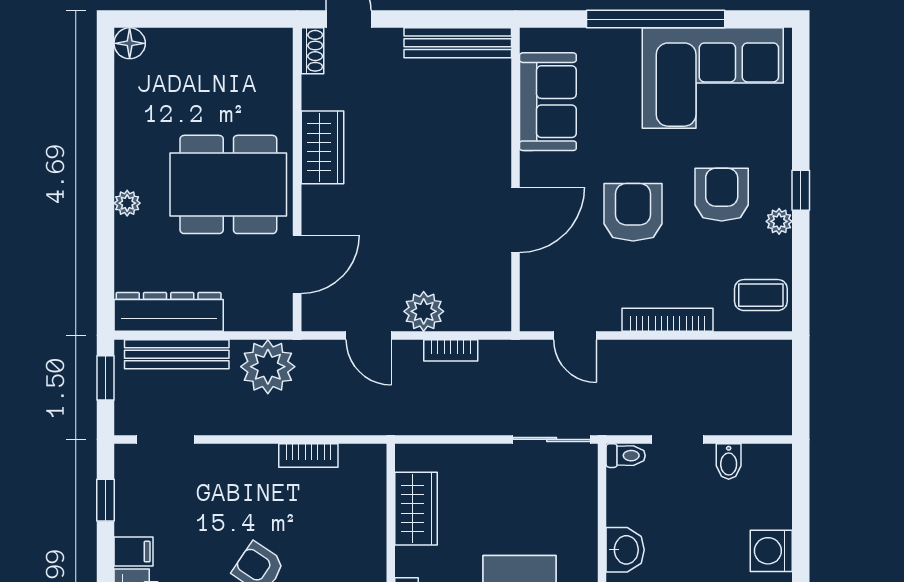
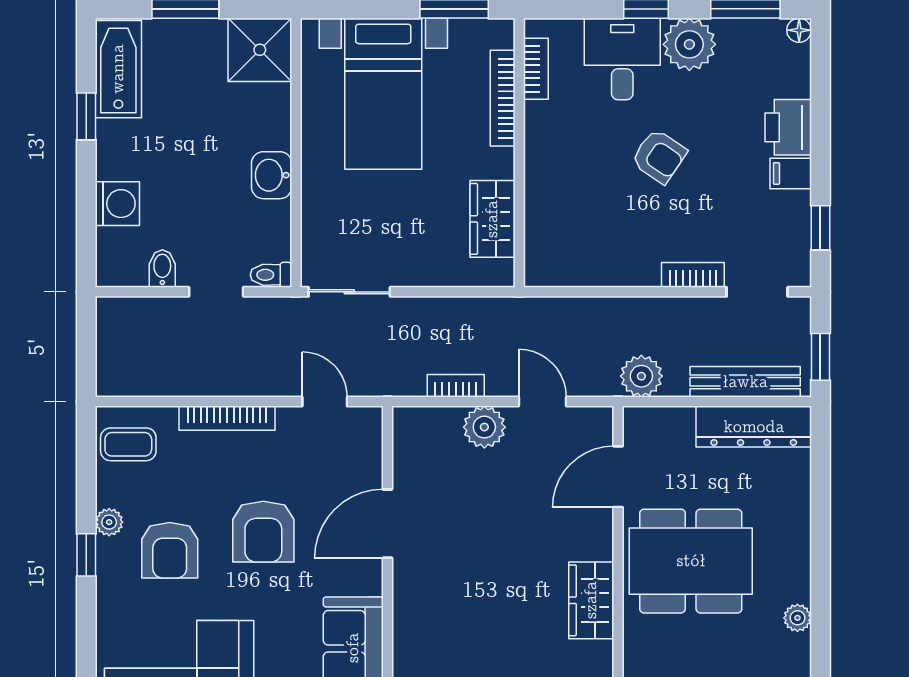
plant: (127, 203) -> (797, 618), moved
plant: (268, 367) -> (641, 376), width x0.73, depth x0.73
bookcase: (308, 455) -> (693, 275), moved
washing machine: (771, 551) -> (117, 204), moved

